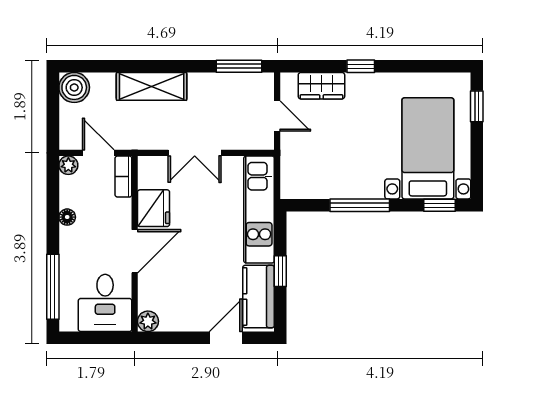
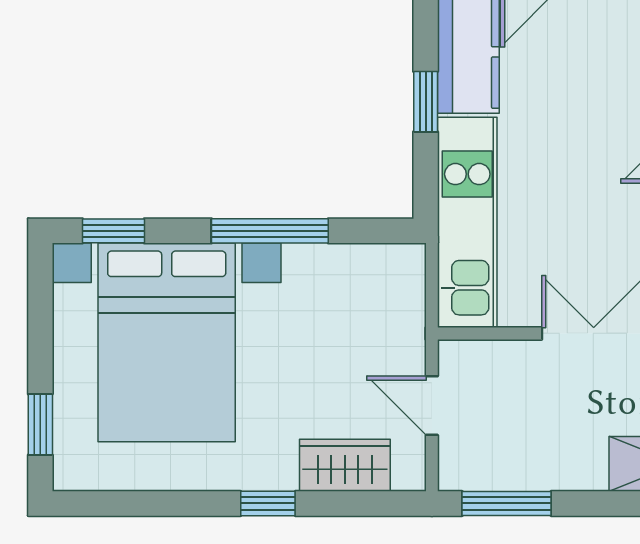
bed with nightstands: (428, 148) -> (167, 342), width x1.36

